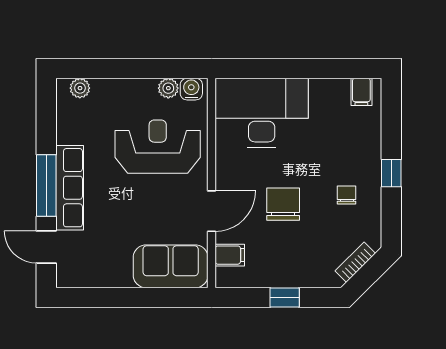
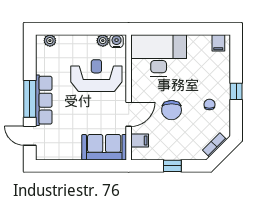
chair: (283, 204) -> (172, 110), turned 180

